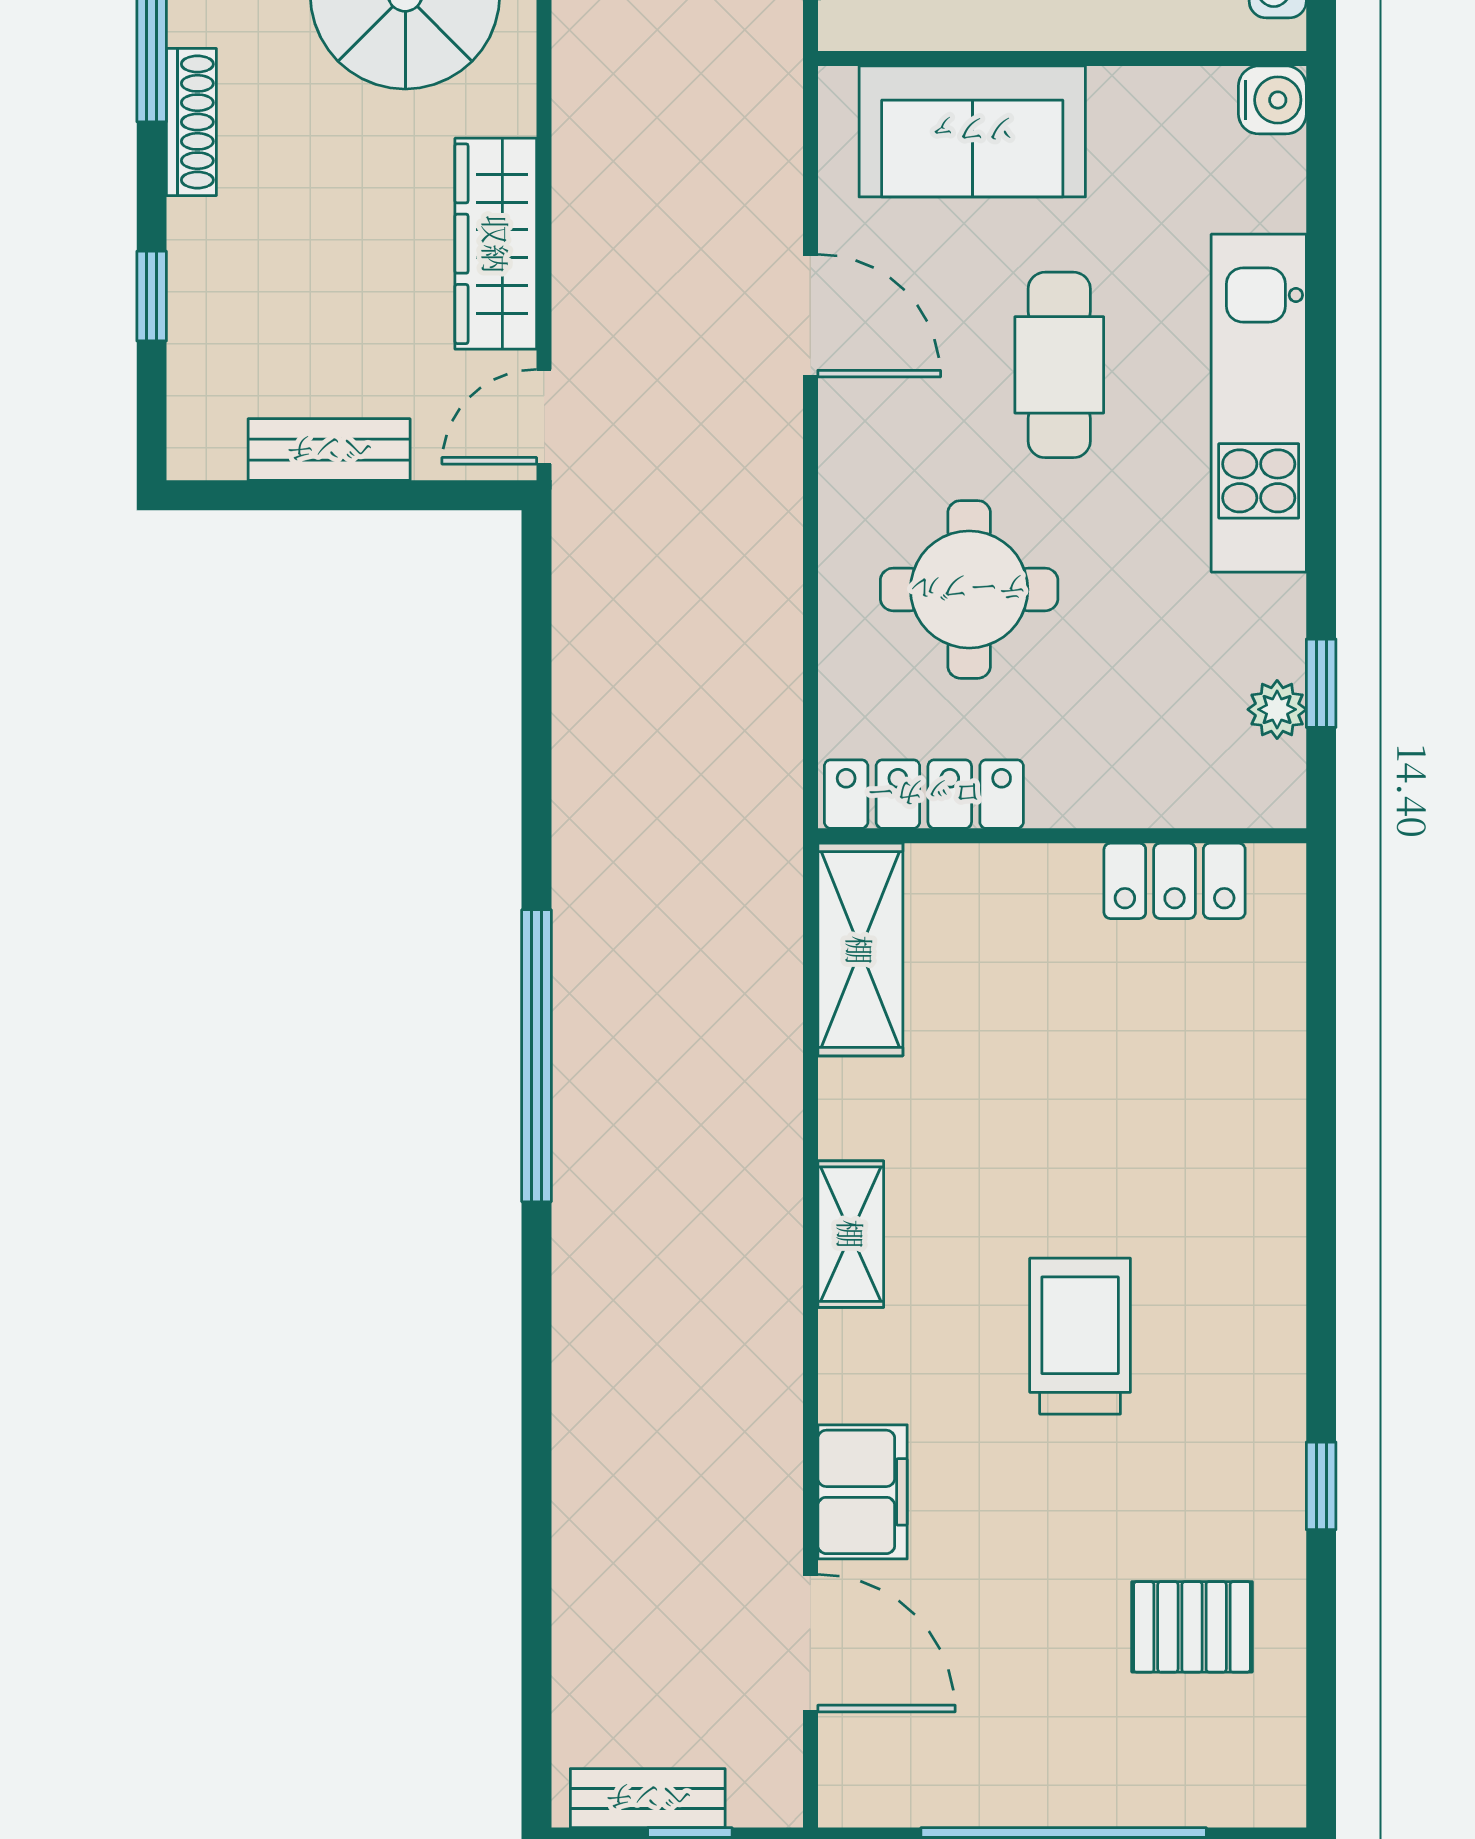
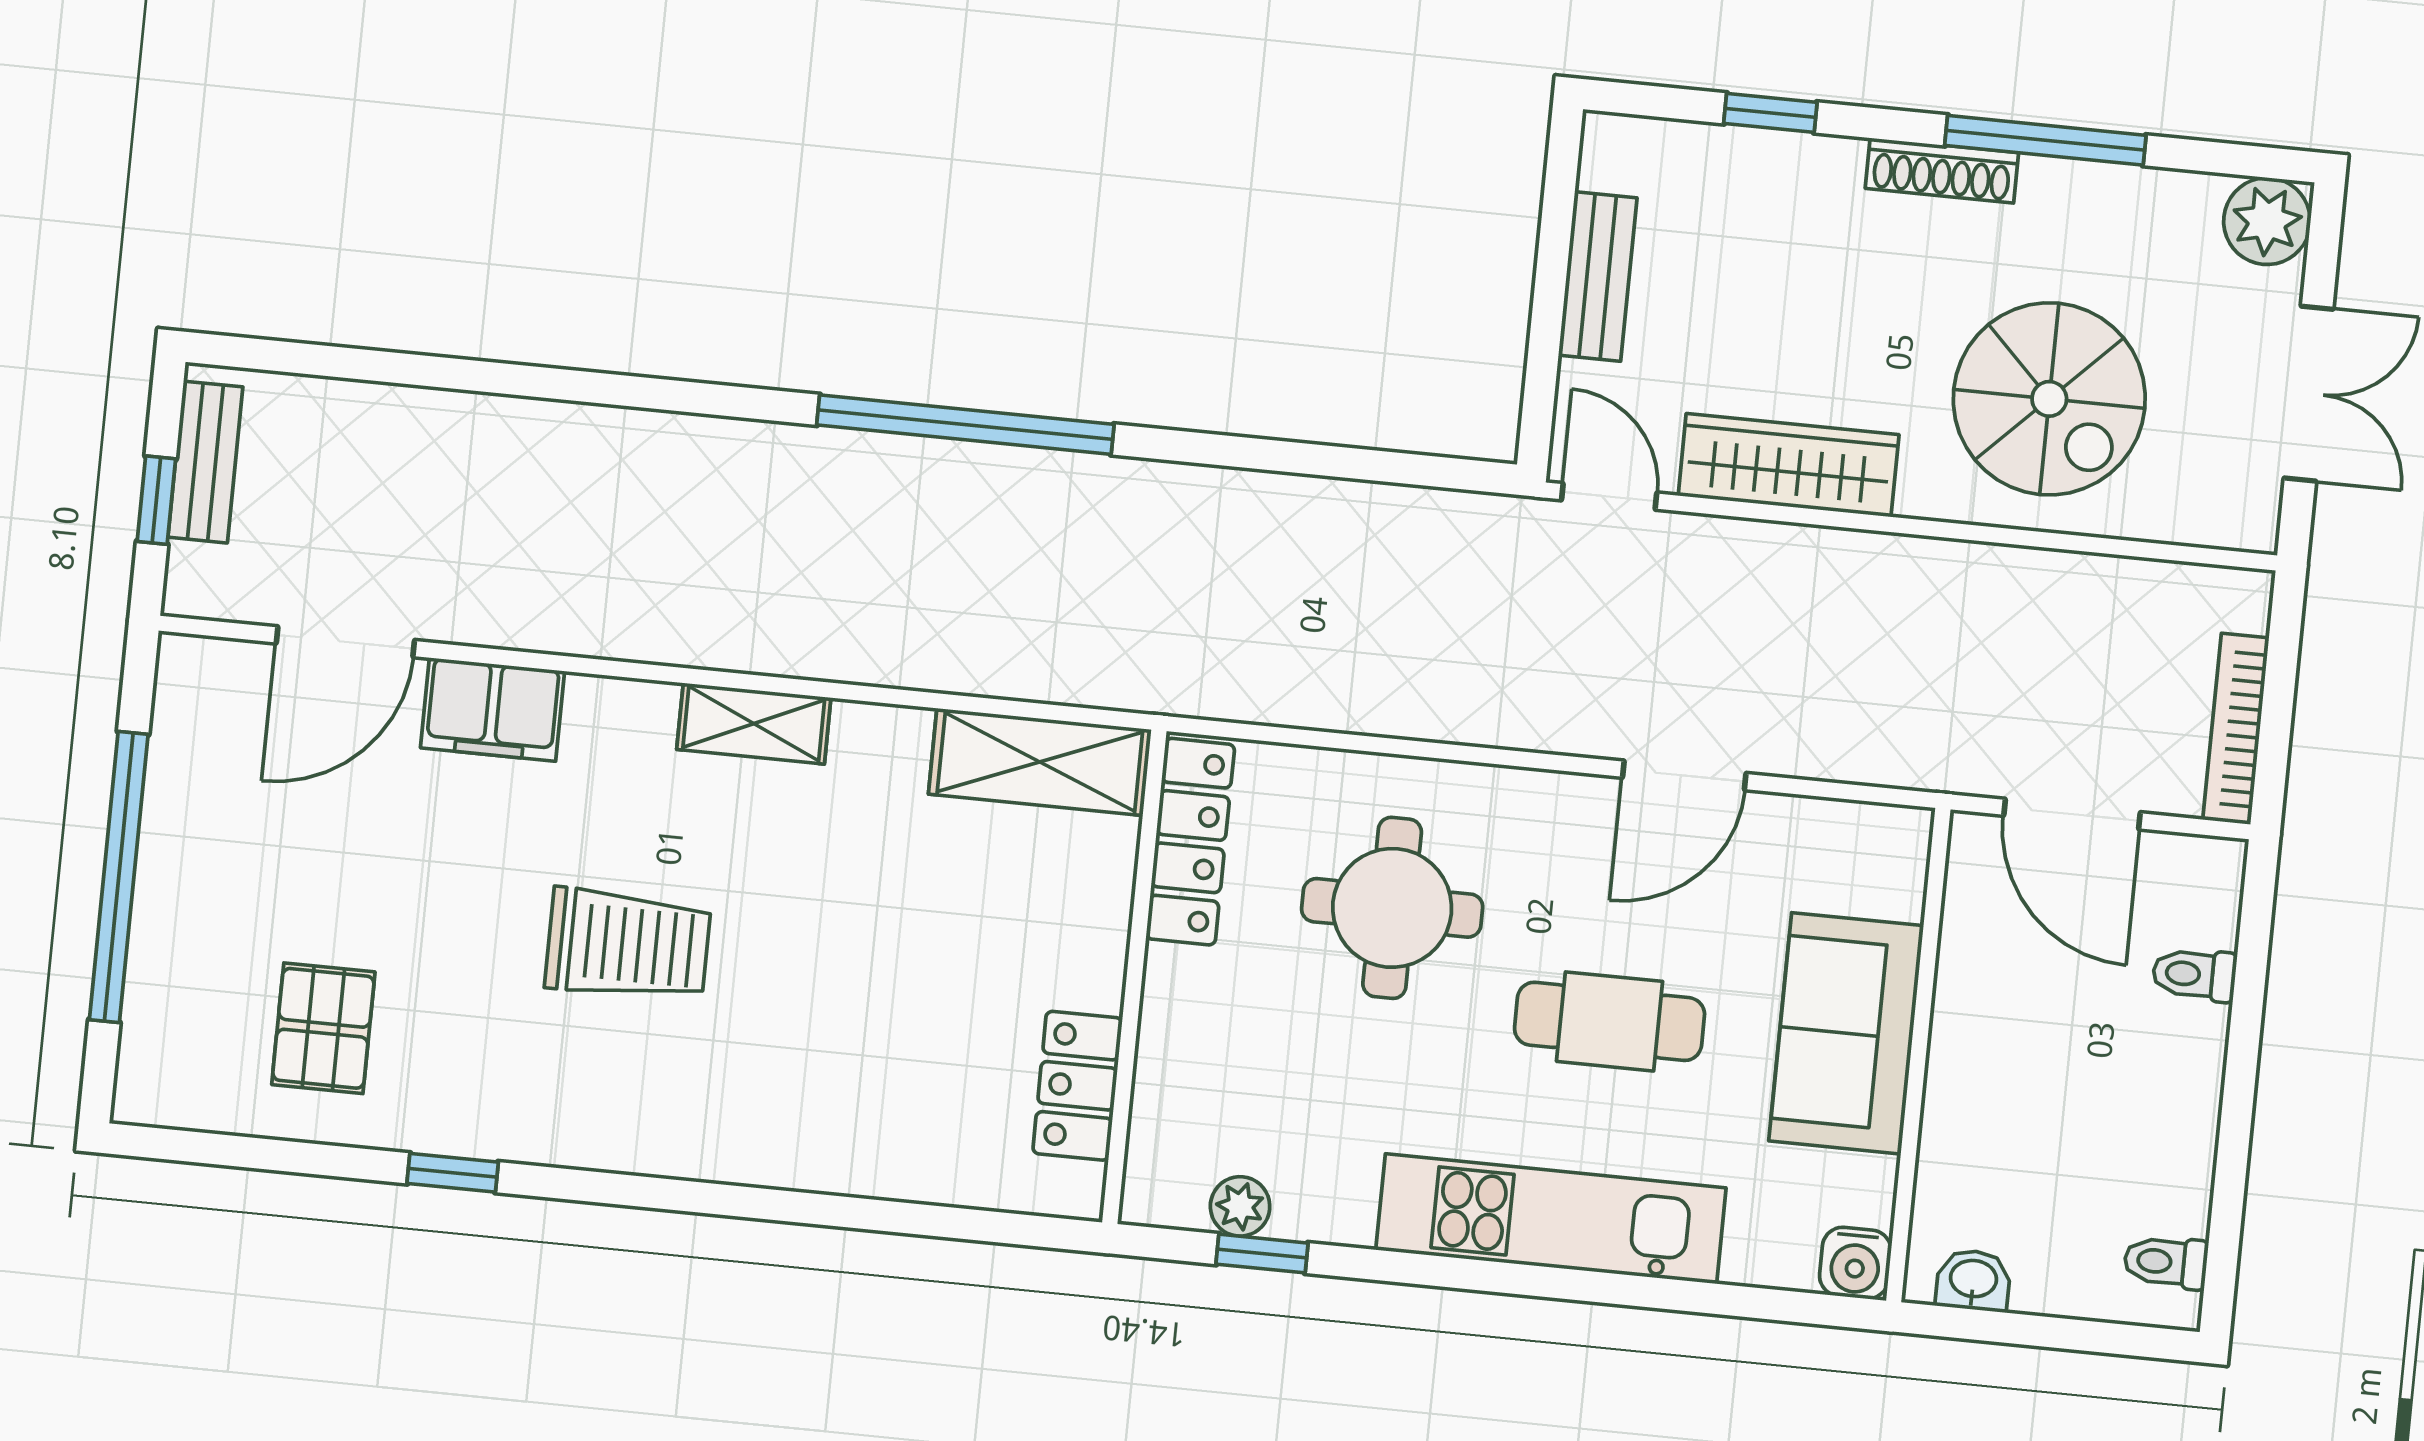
sofa: (972, 131) -> (1846, 1033), moved

